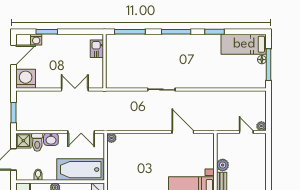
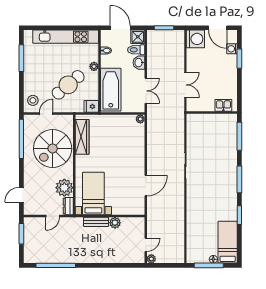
double door: (81, 132) -> (146, 91), swing flipped

